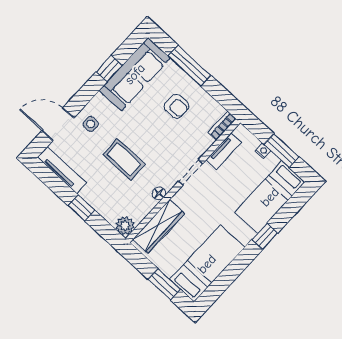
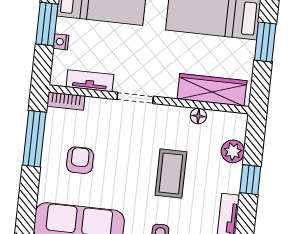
window: (190, 66) -> (34, 139), moved
floor lamp: (159, 193) -> (198, 116), moved
plant: (125, 226) -> (233, 151), moved

